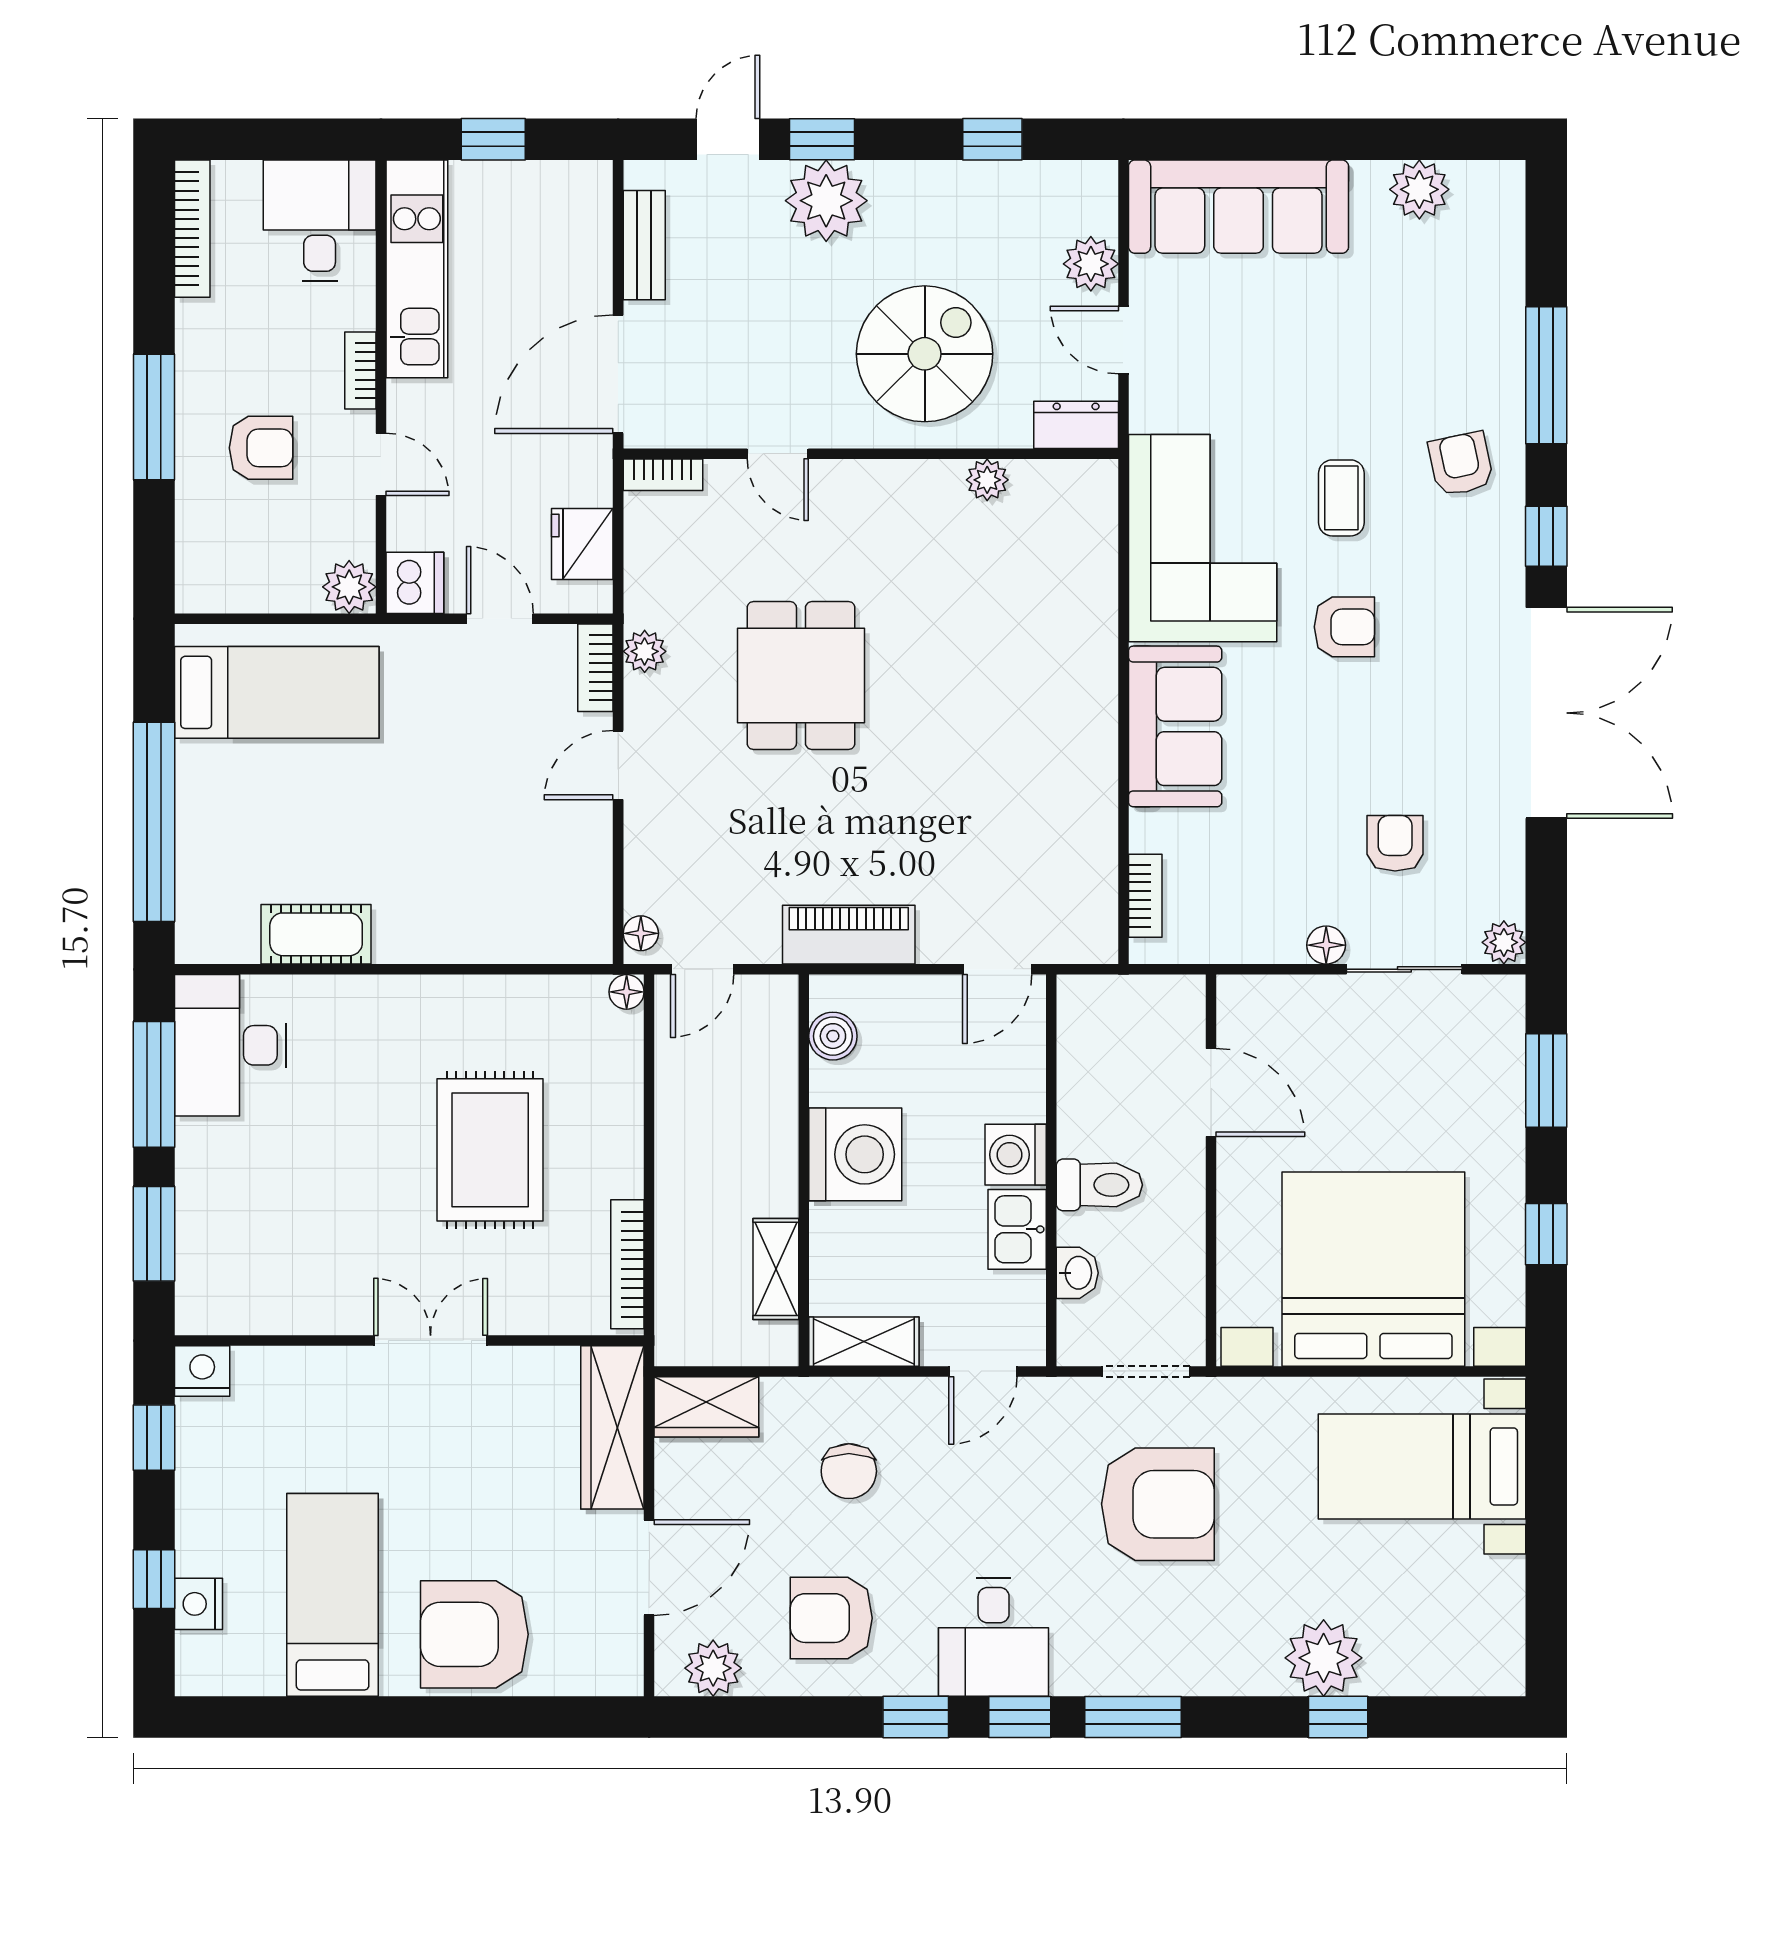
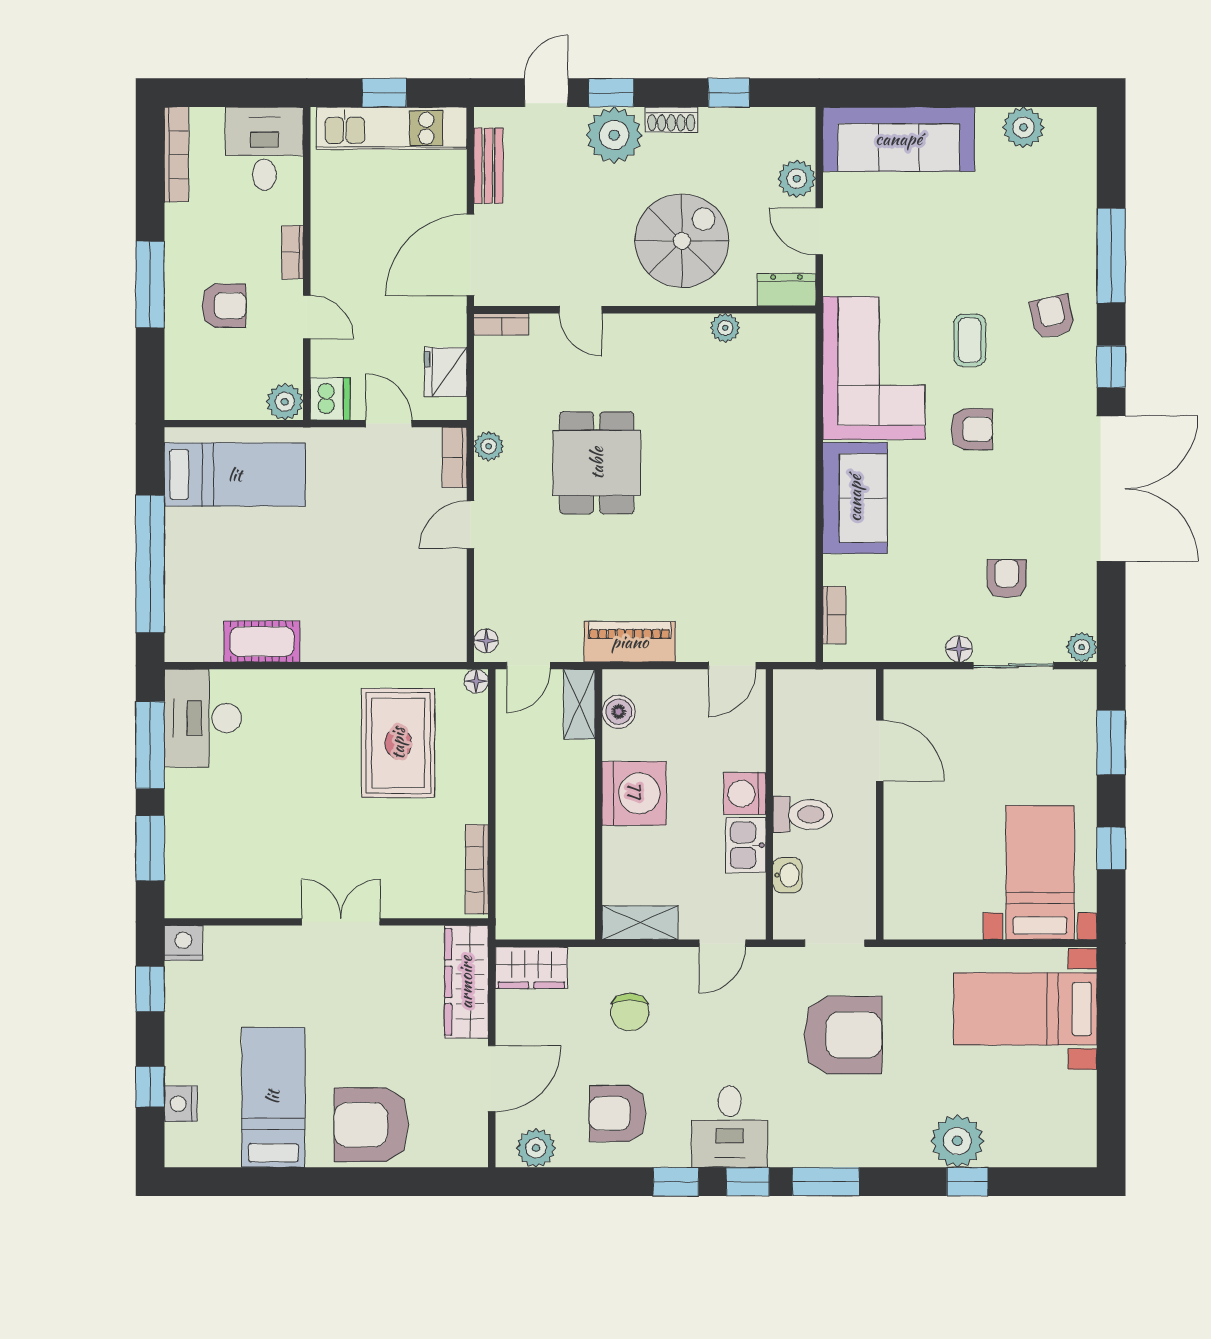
shoe rack: (909, 178) -> (671, 120), added
kitchen unit: (417, 269) -> (392, 128), moved, turned 90
rug: (490, 1150) -> (398, 743), moved
shelving: (776, 1269) -> (579, 704), moved
bed with nightstands: (1373, 1269) -> (1040, 873), width x0.54

